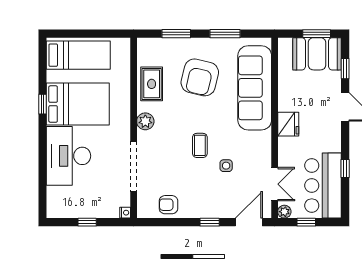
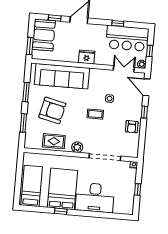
window: (317, 34) -> (30, 46), moved
armchair: (168, 205) -> (132, 127), moved

